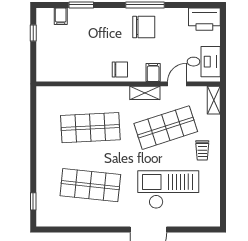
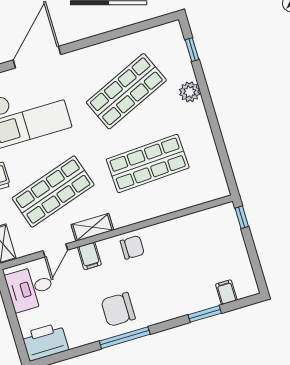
window: (33, 33) -> (242, 217), moved
chair: (120, 69) -> (132, 247), turned 180
plant: (44, 171) -> (190, 92), added
shop shelf: (90, 185) -> (126, 91), turned -30

